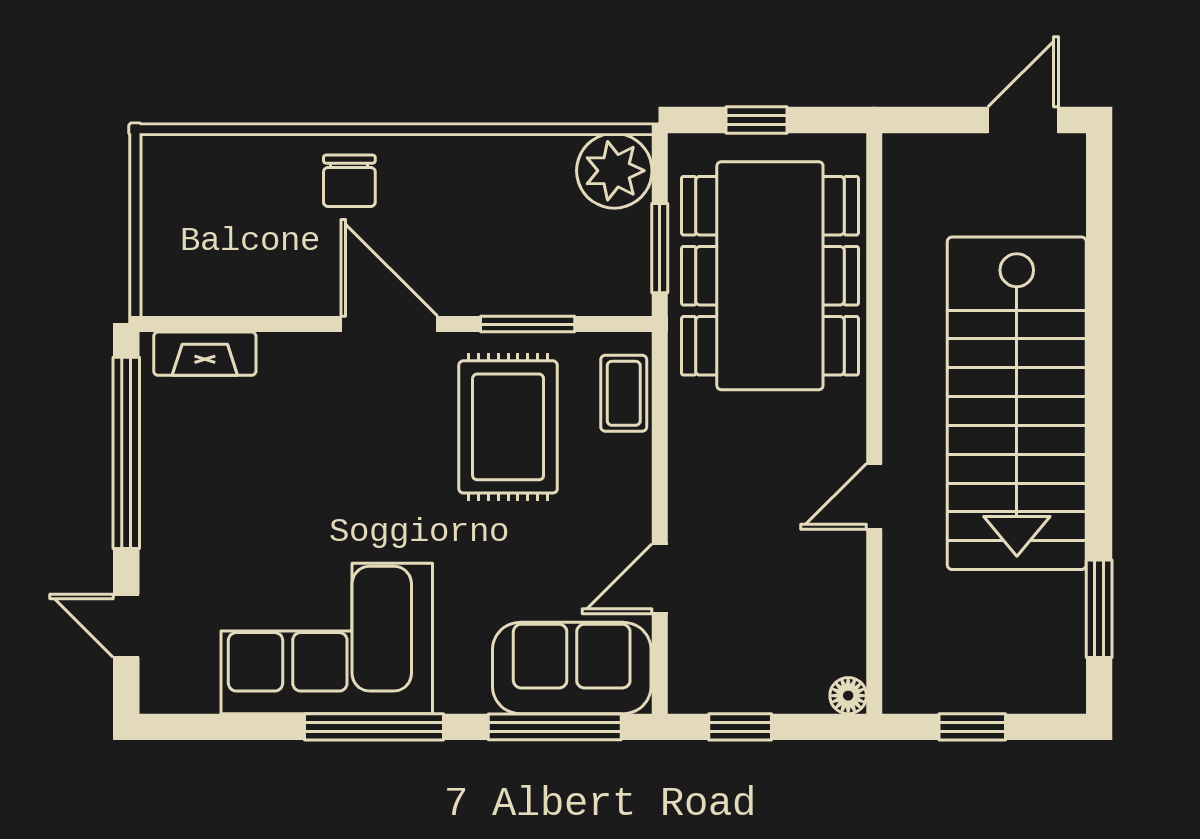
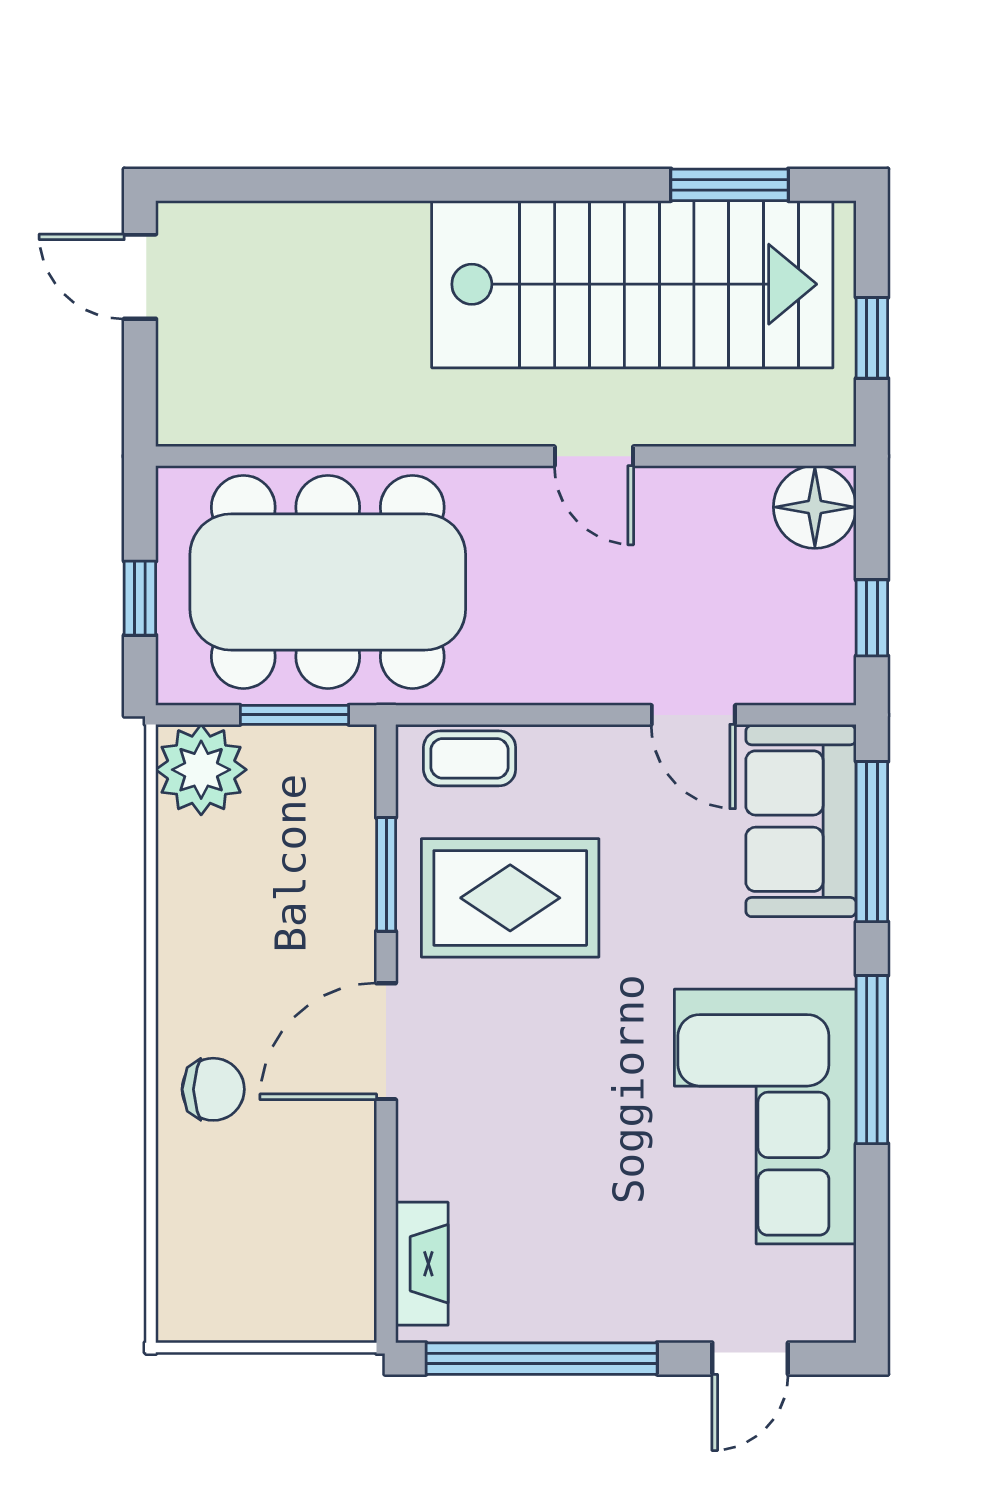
stairs: (1017, 403) -> (632, 284), moved
floor lamp: (848, 696) -> (815, 507), width x1.89, depth x1.89

